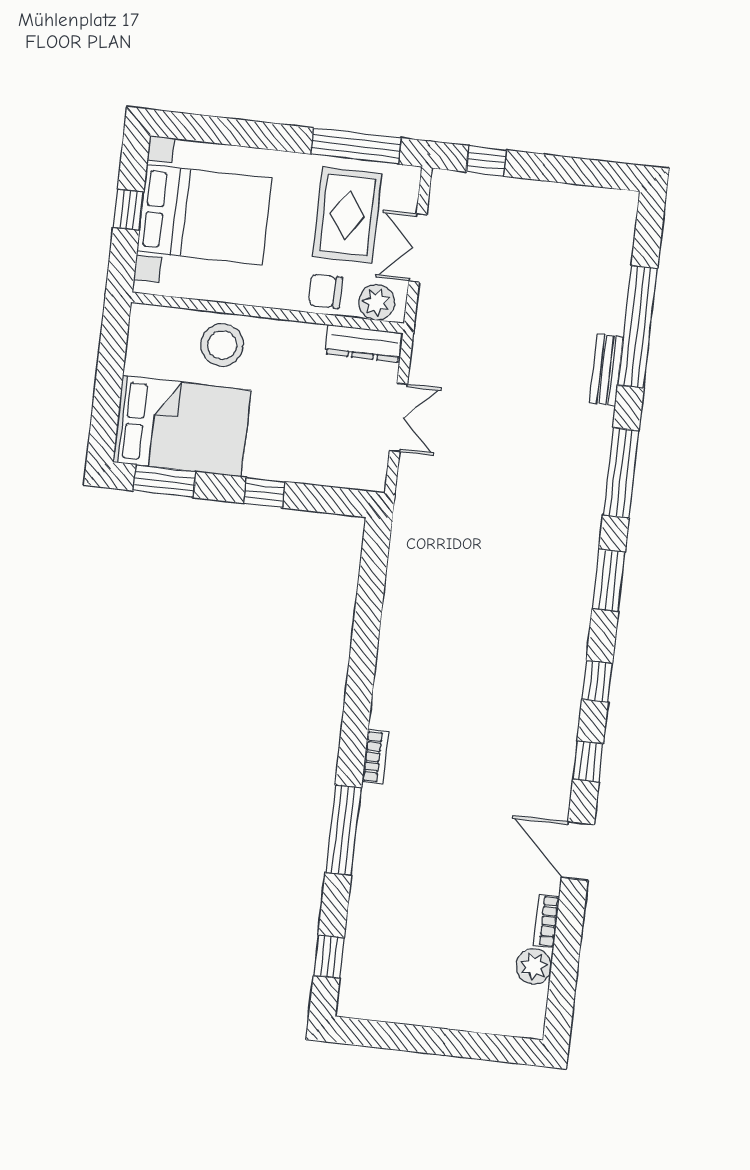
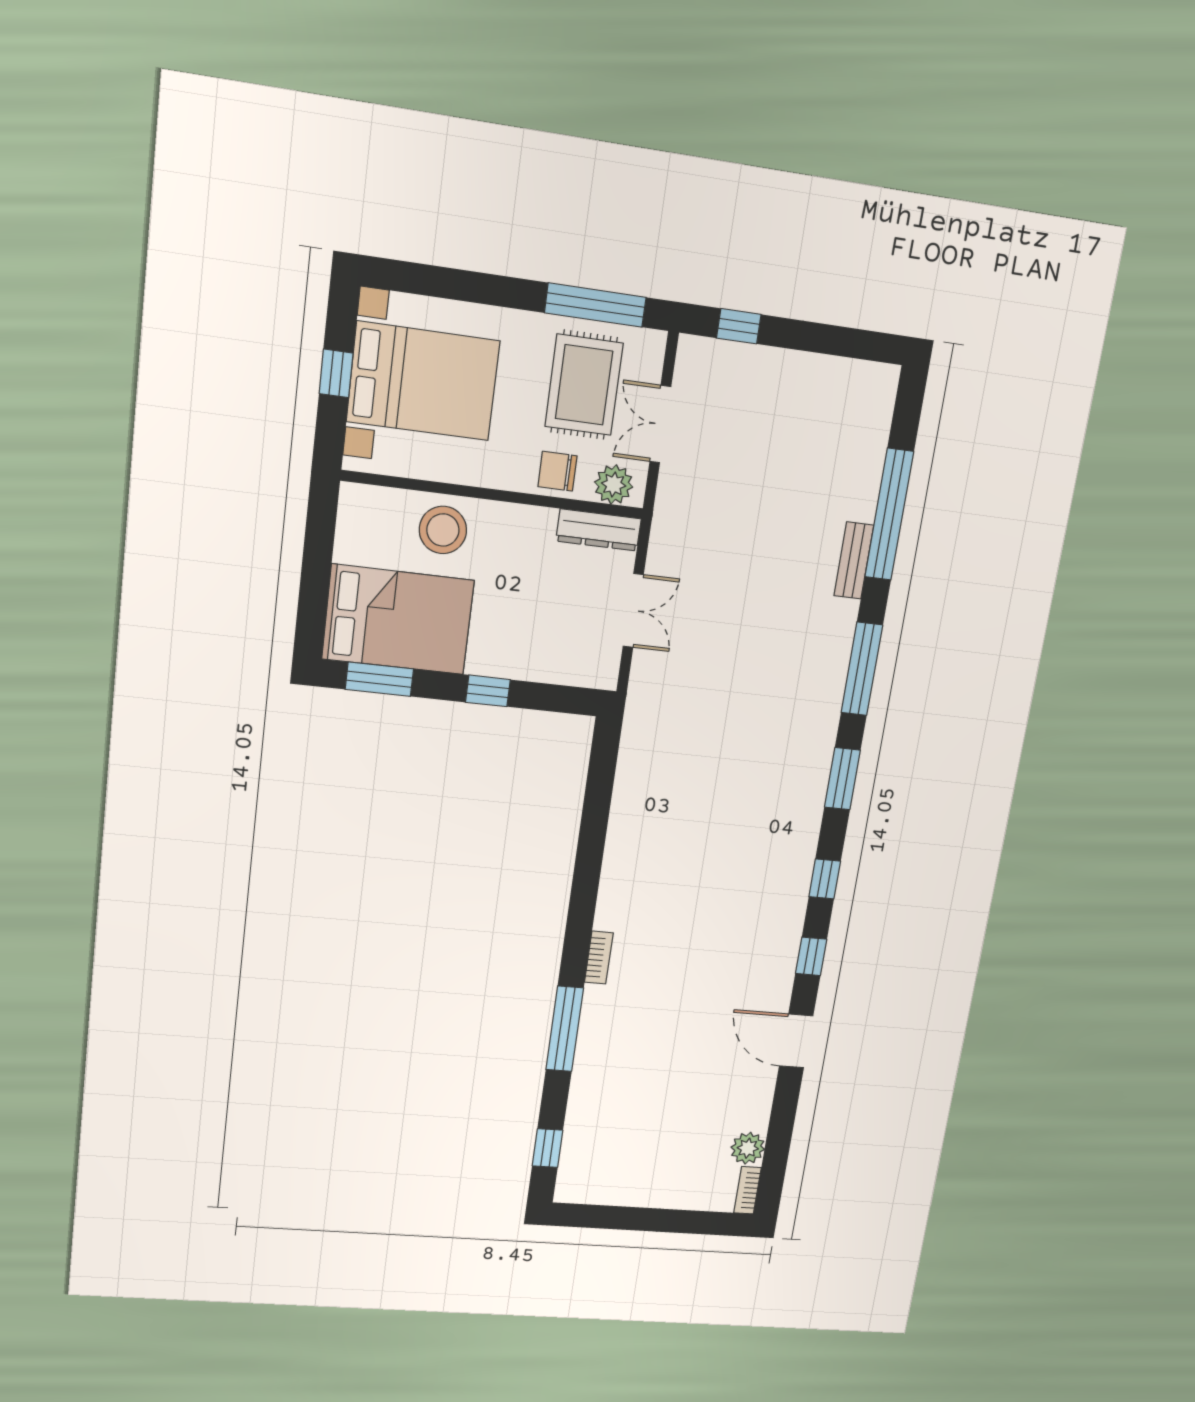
bookcase: (546, 921) -> (748, 1190), moved

